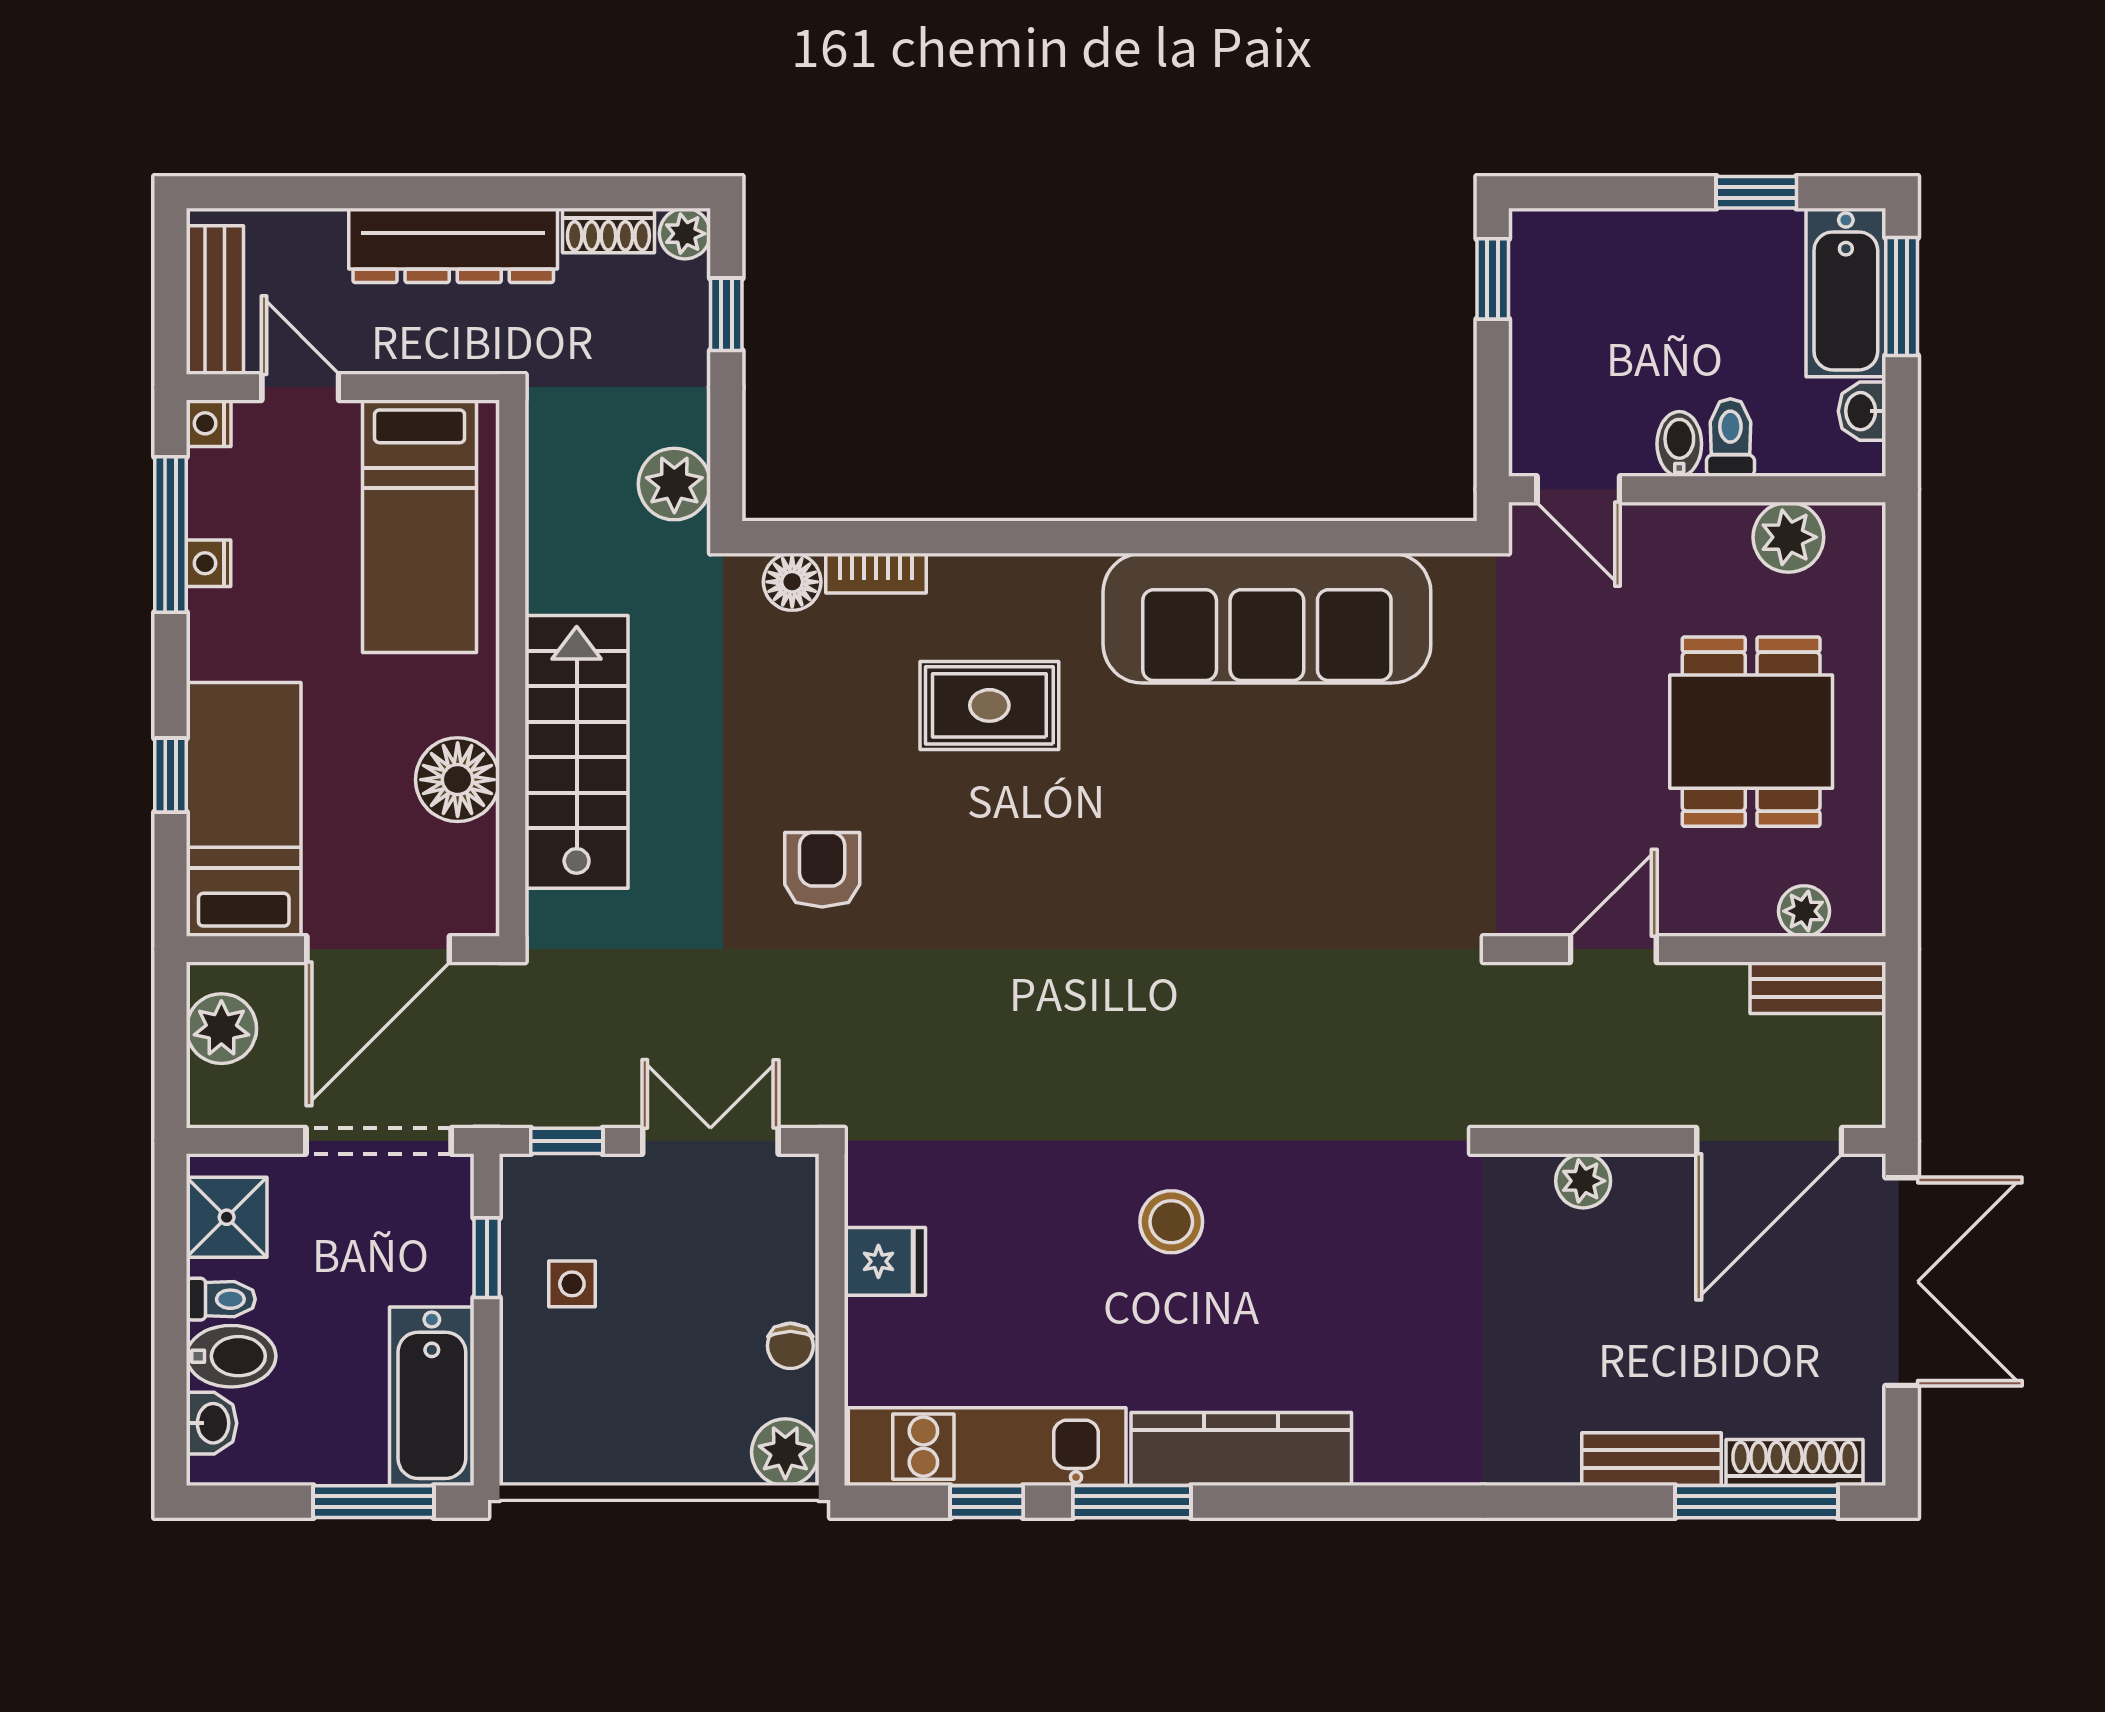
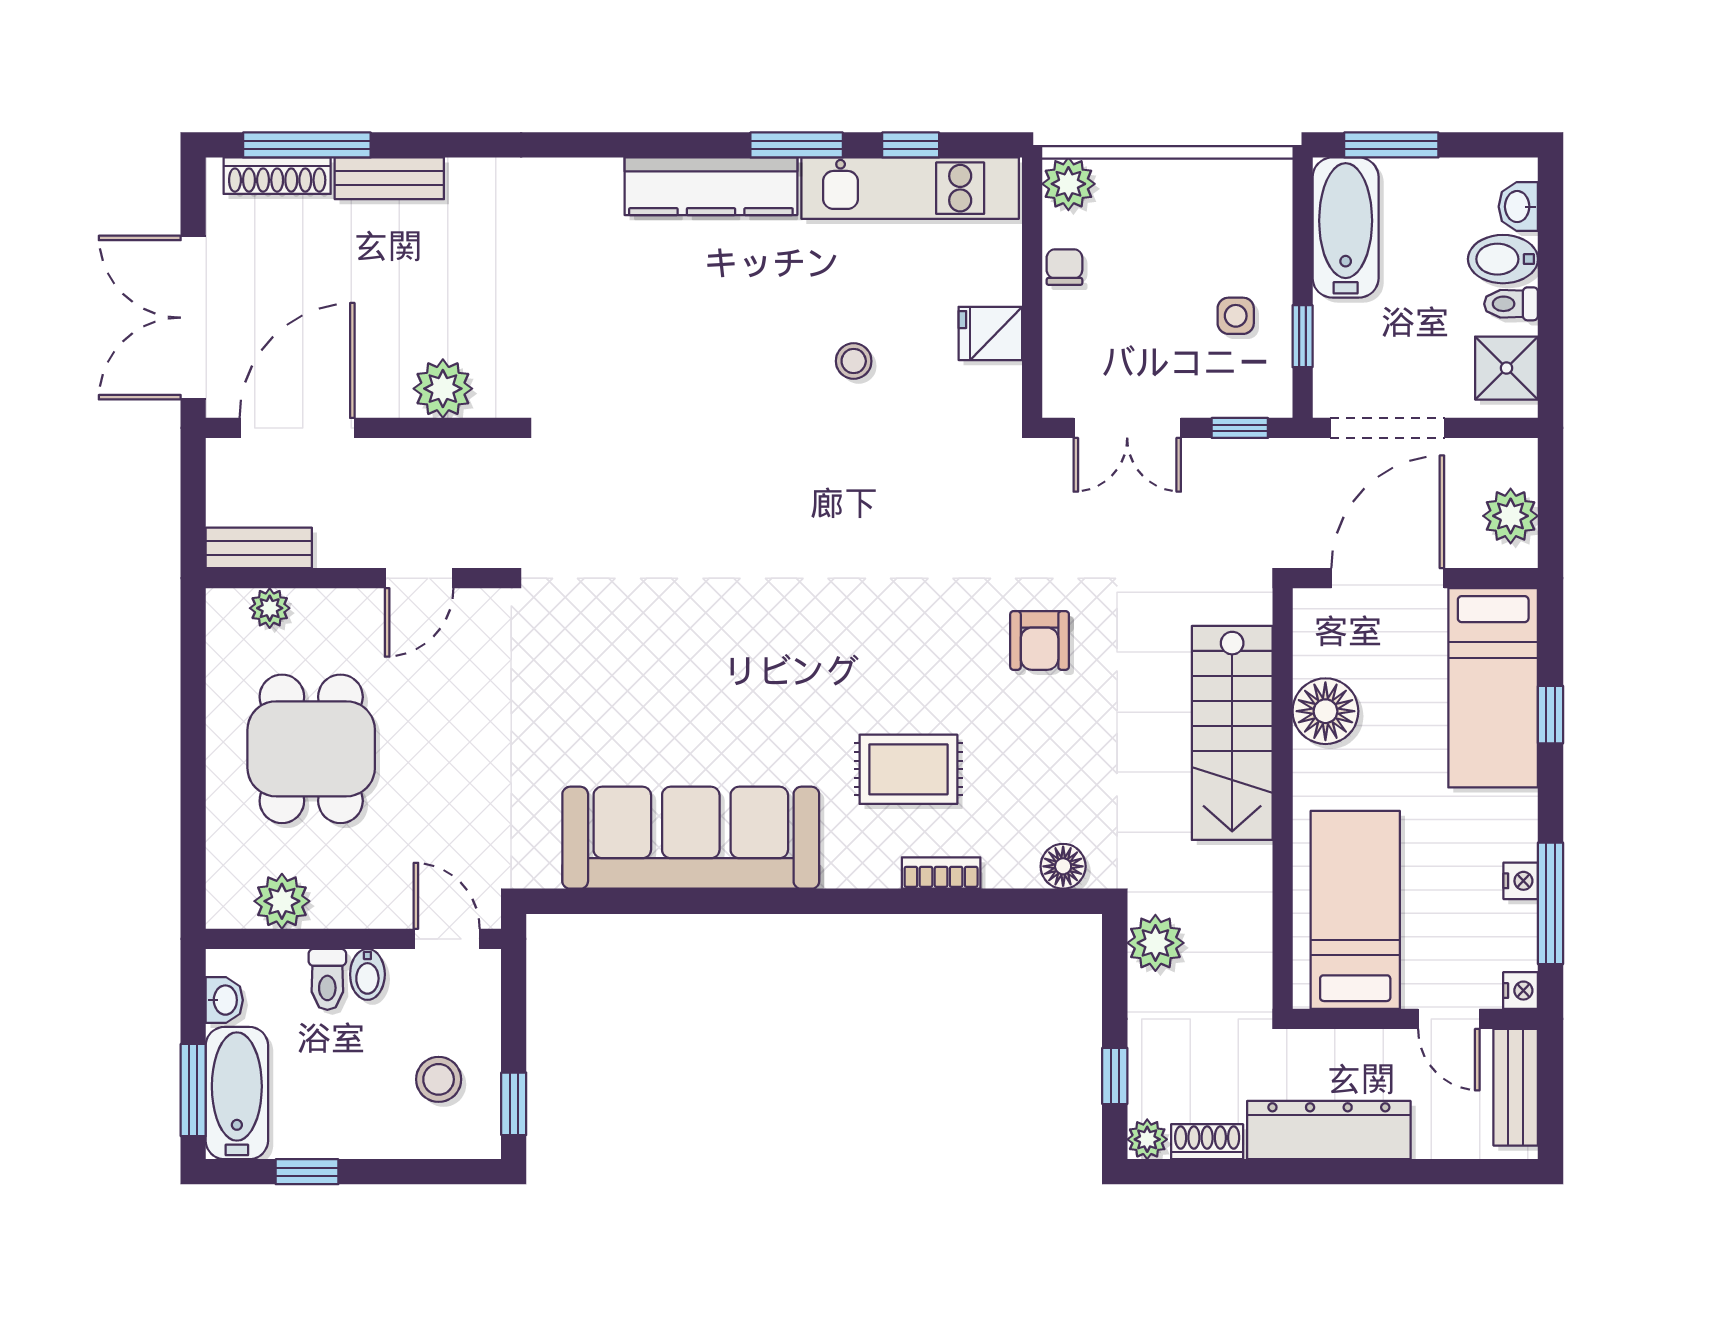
stool: (1589, 310) -> (439, 1079), added
bookcase: (876, 573) -> (941, 873), moved
plant: (1583, 1181) -> (443, 389), width x1.38, depth x1.38
stool: (1171, 1222) -> (854, 361), moved, width x0.73, depth x0.73

